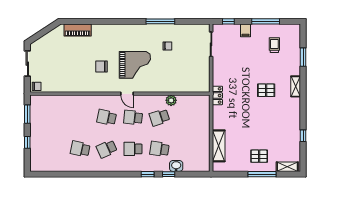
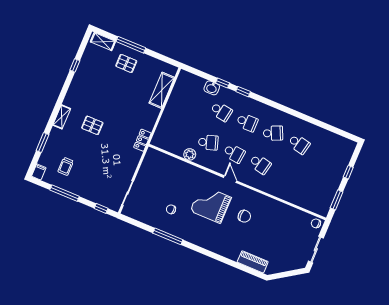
filing cabinet: (245, 30) -> (39, 172), moved

